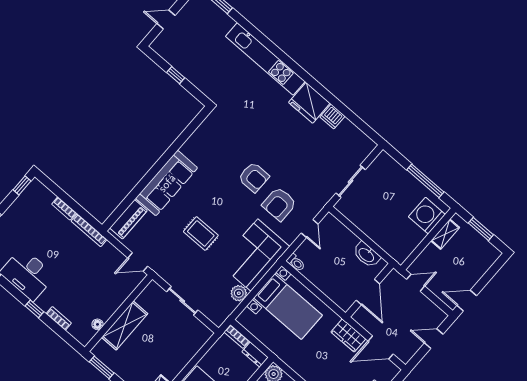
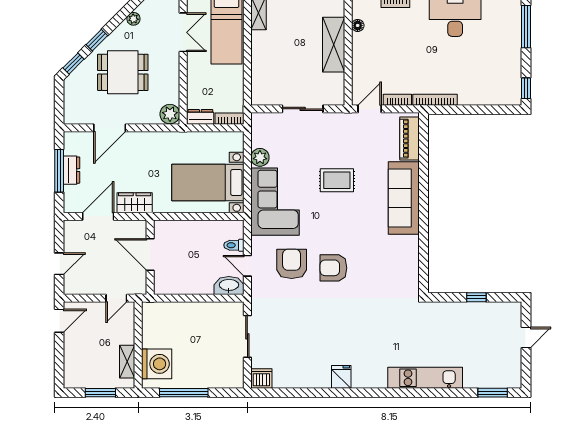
kitchen unit: (265, 59) -> (425, 378), width x0.73
fridge: (309, 103) -> (341, 377), width x0.53, depth x0.75
dishwasher: (332, 117) -> (261, 378), moved
bookcase: (64, 209) -> (397, 100), moved
washbasin: (367, 255) -> (229, 285), moved
toilet: (296, 263) -> (234, 245), moved

